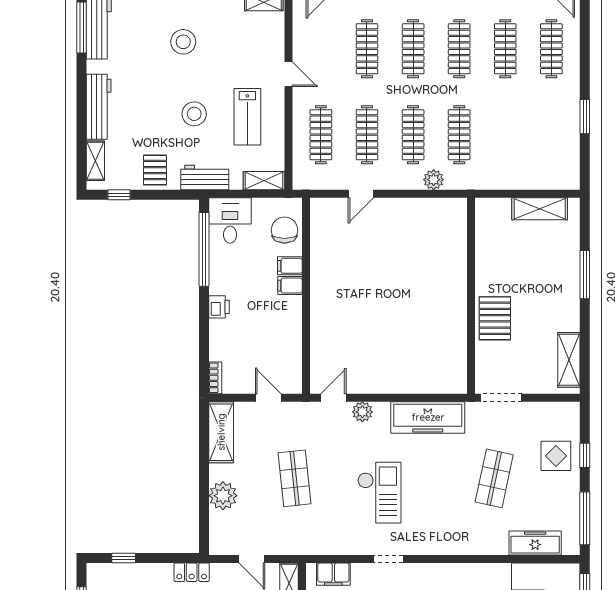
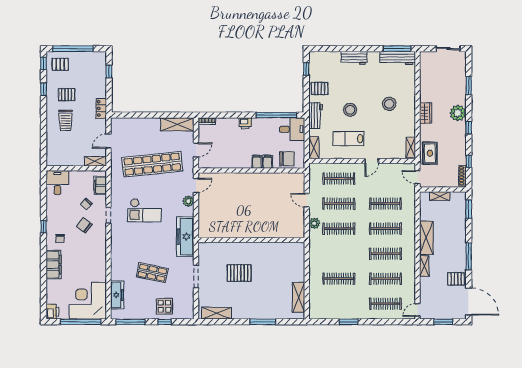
workbench: (99, 107) -> (354, 58), width x0.73
clothes rail: (459, 135) -> (339, 279), moved
shelving: (95, 161) -> (325, 56), removed
plant: (434, 180) -> (314, 223), moved
wall: (471, 296) -> (251, 240), moved
door: (333, 398) -> (196, 185), hinge flipped
shop shelf: (295, 478) -> (152, 164), width x2.00, depth x1.36
plant: (223, 496) -> (143, 125), removed

